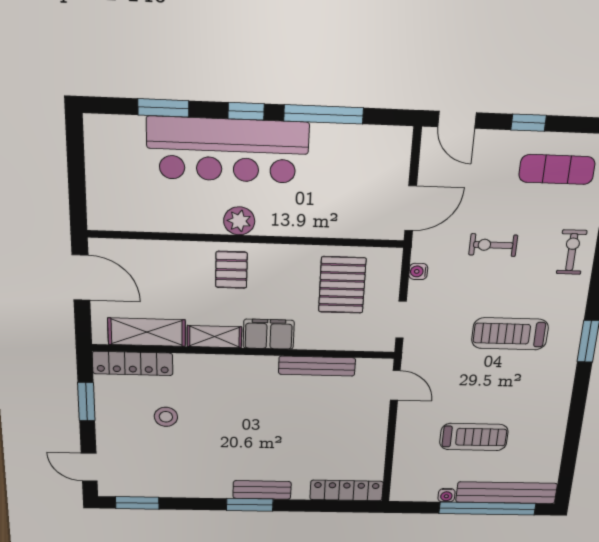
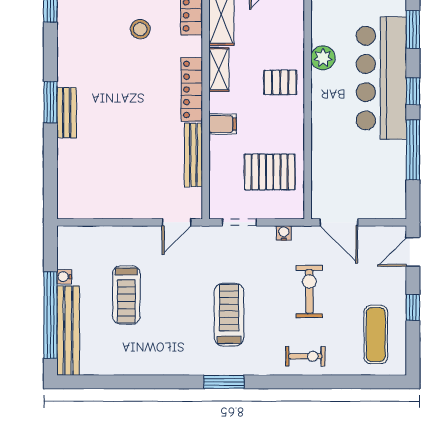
plant: (239, 221) -> (323, 58), moved
exercise bike: (493, 245) -> (309, 292), width x1.38, depth x1.39
filing cabinet: (269, 334) -> (223, 124), width x0.50
locker: (347, 490) -> (192, 89), moved, turned 180

